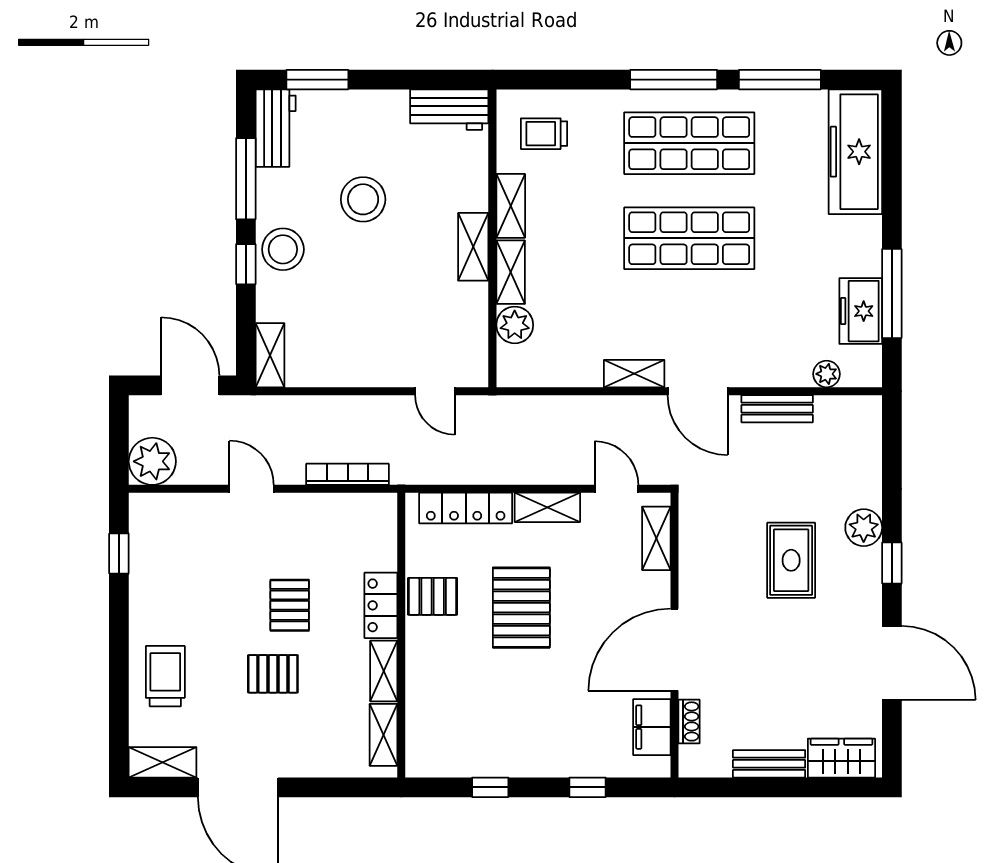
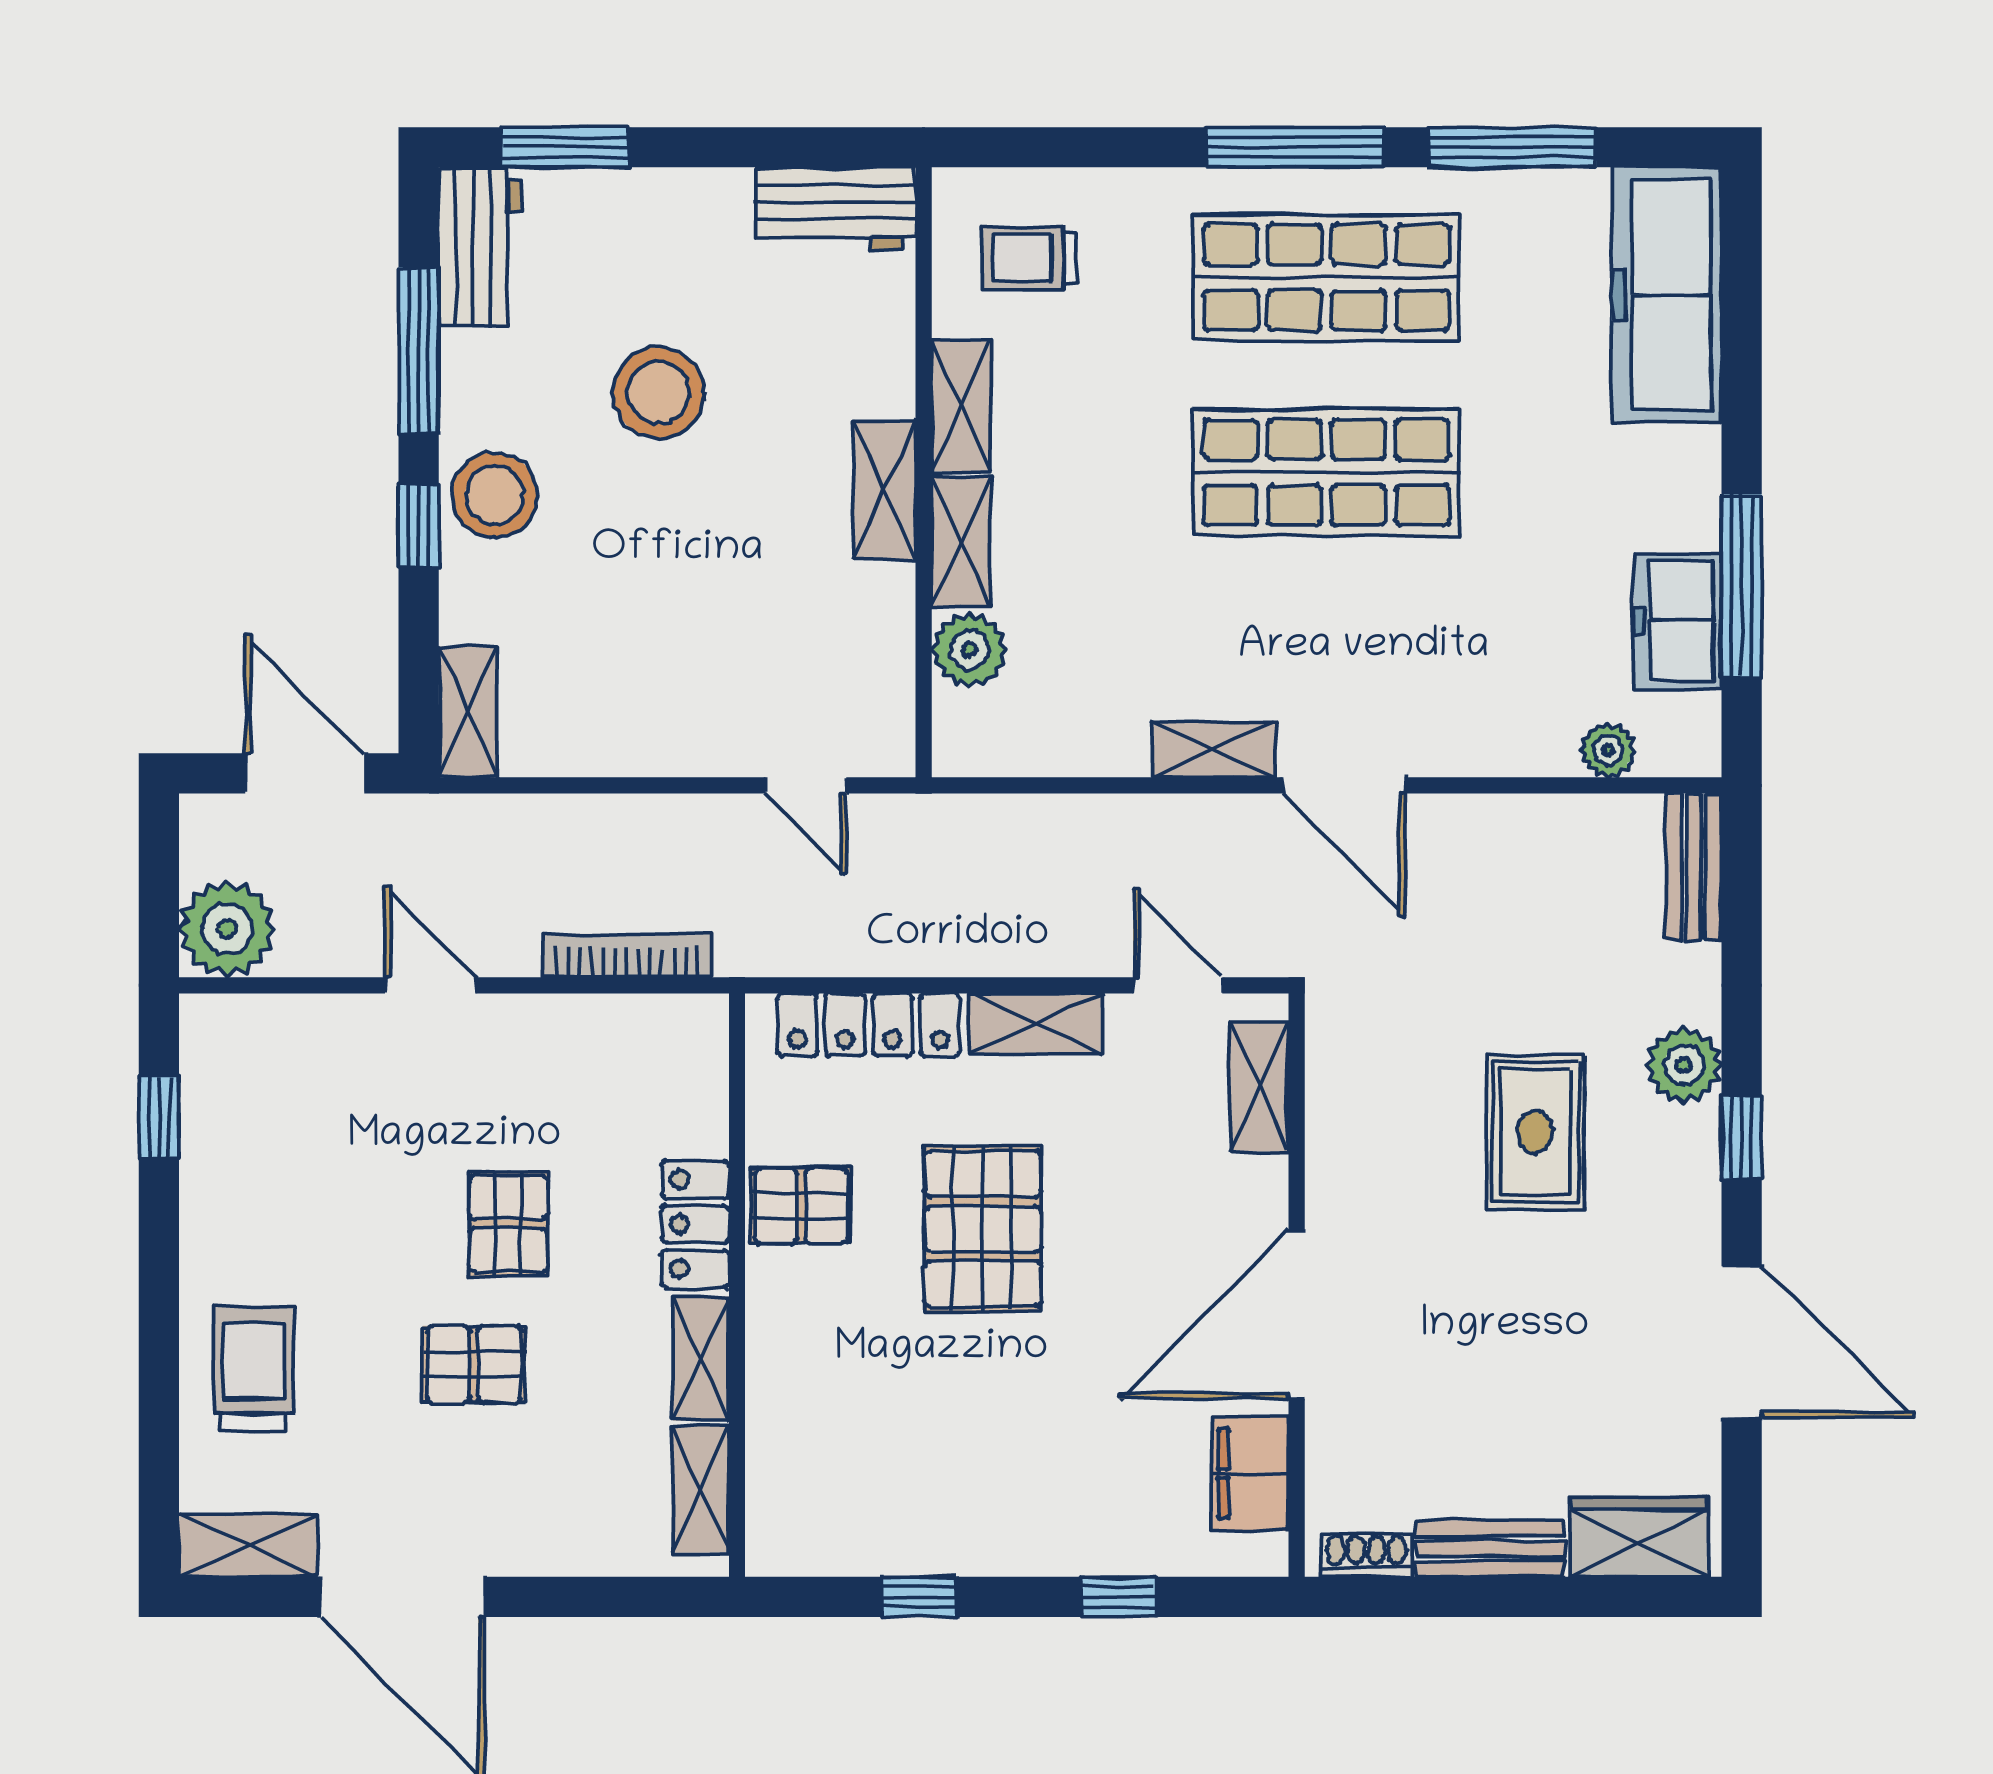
bench: (777, 409) -> (1694, 867), moved, turned 90
shoe rack: (689, 721) -> (1366, 1555), moved, turned -90

